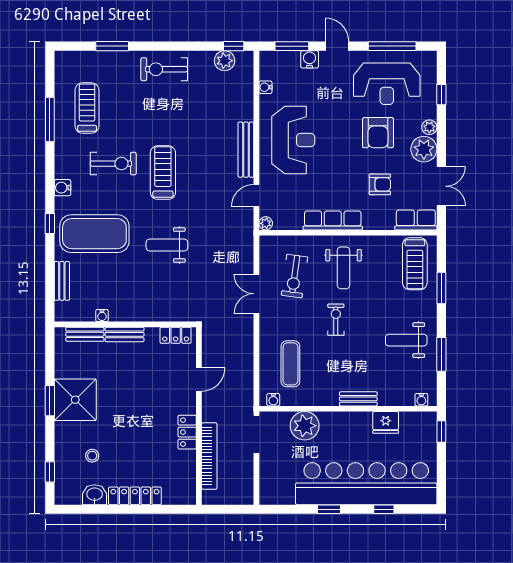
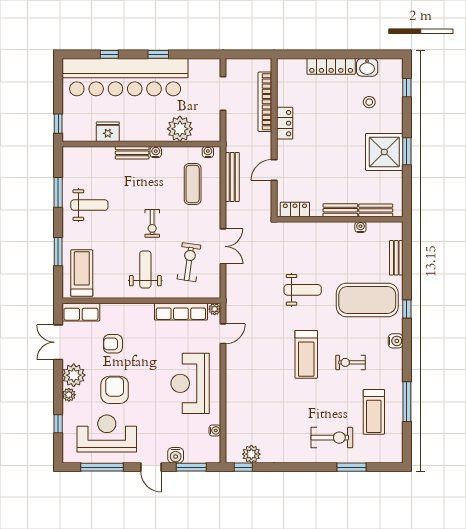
exercise bike: (164, 69) -> (332, 438), moved
bench: (246, 150) -> (232, 177), moved
exercise bike: (113, 164) -> (350, 362), width x0.73, depth x0.72
row of seats: (333, 220) -> (181, 312), moved
water cooler: (421, 400) -> (156, 152), moved
doorway: (256, 434) -> (223, 93), moved

